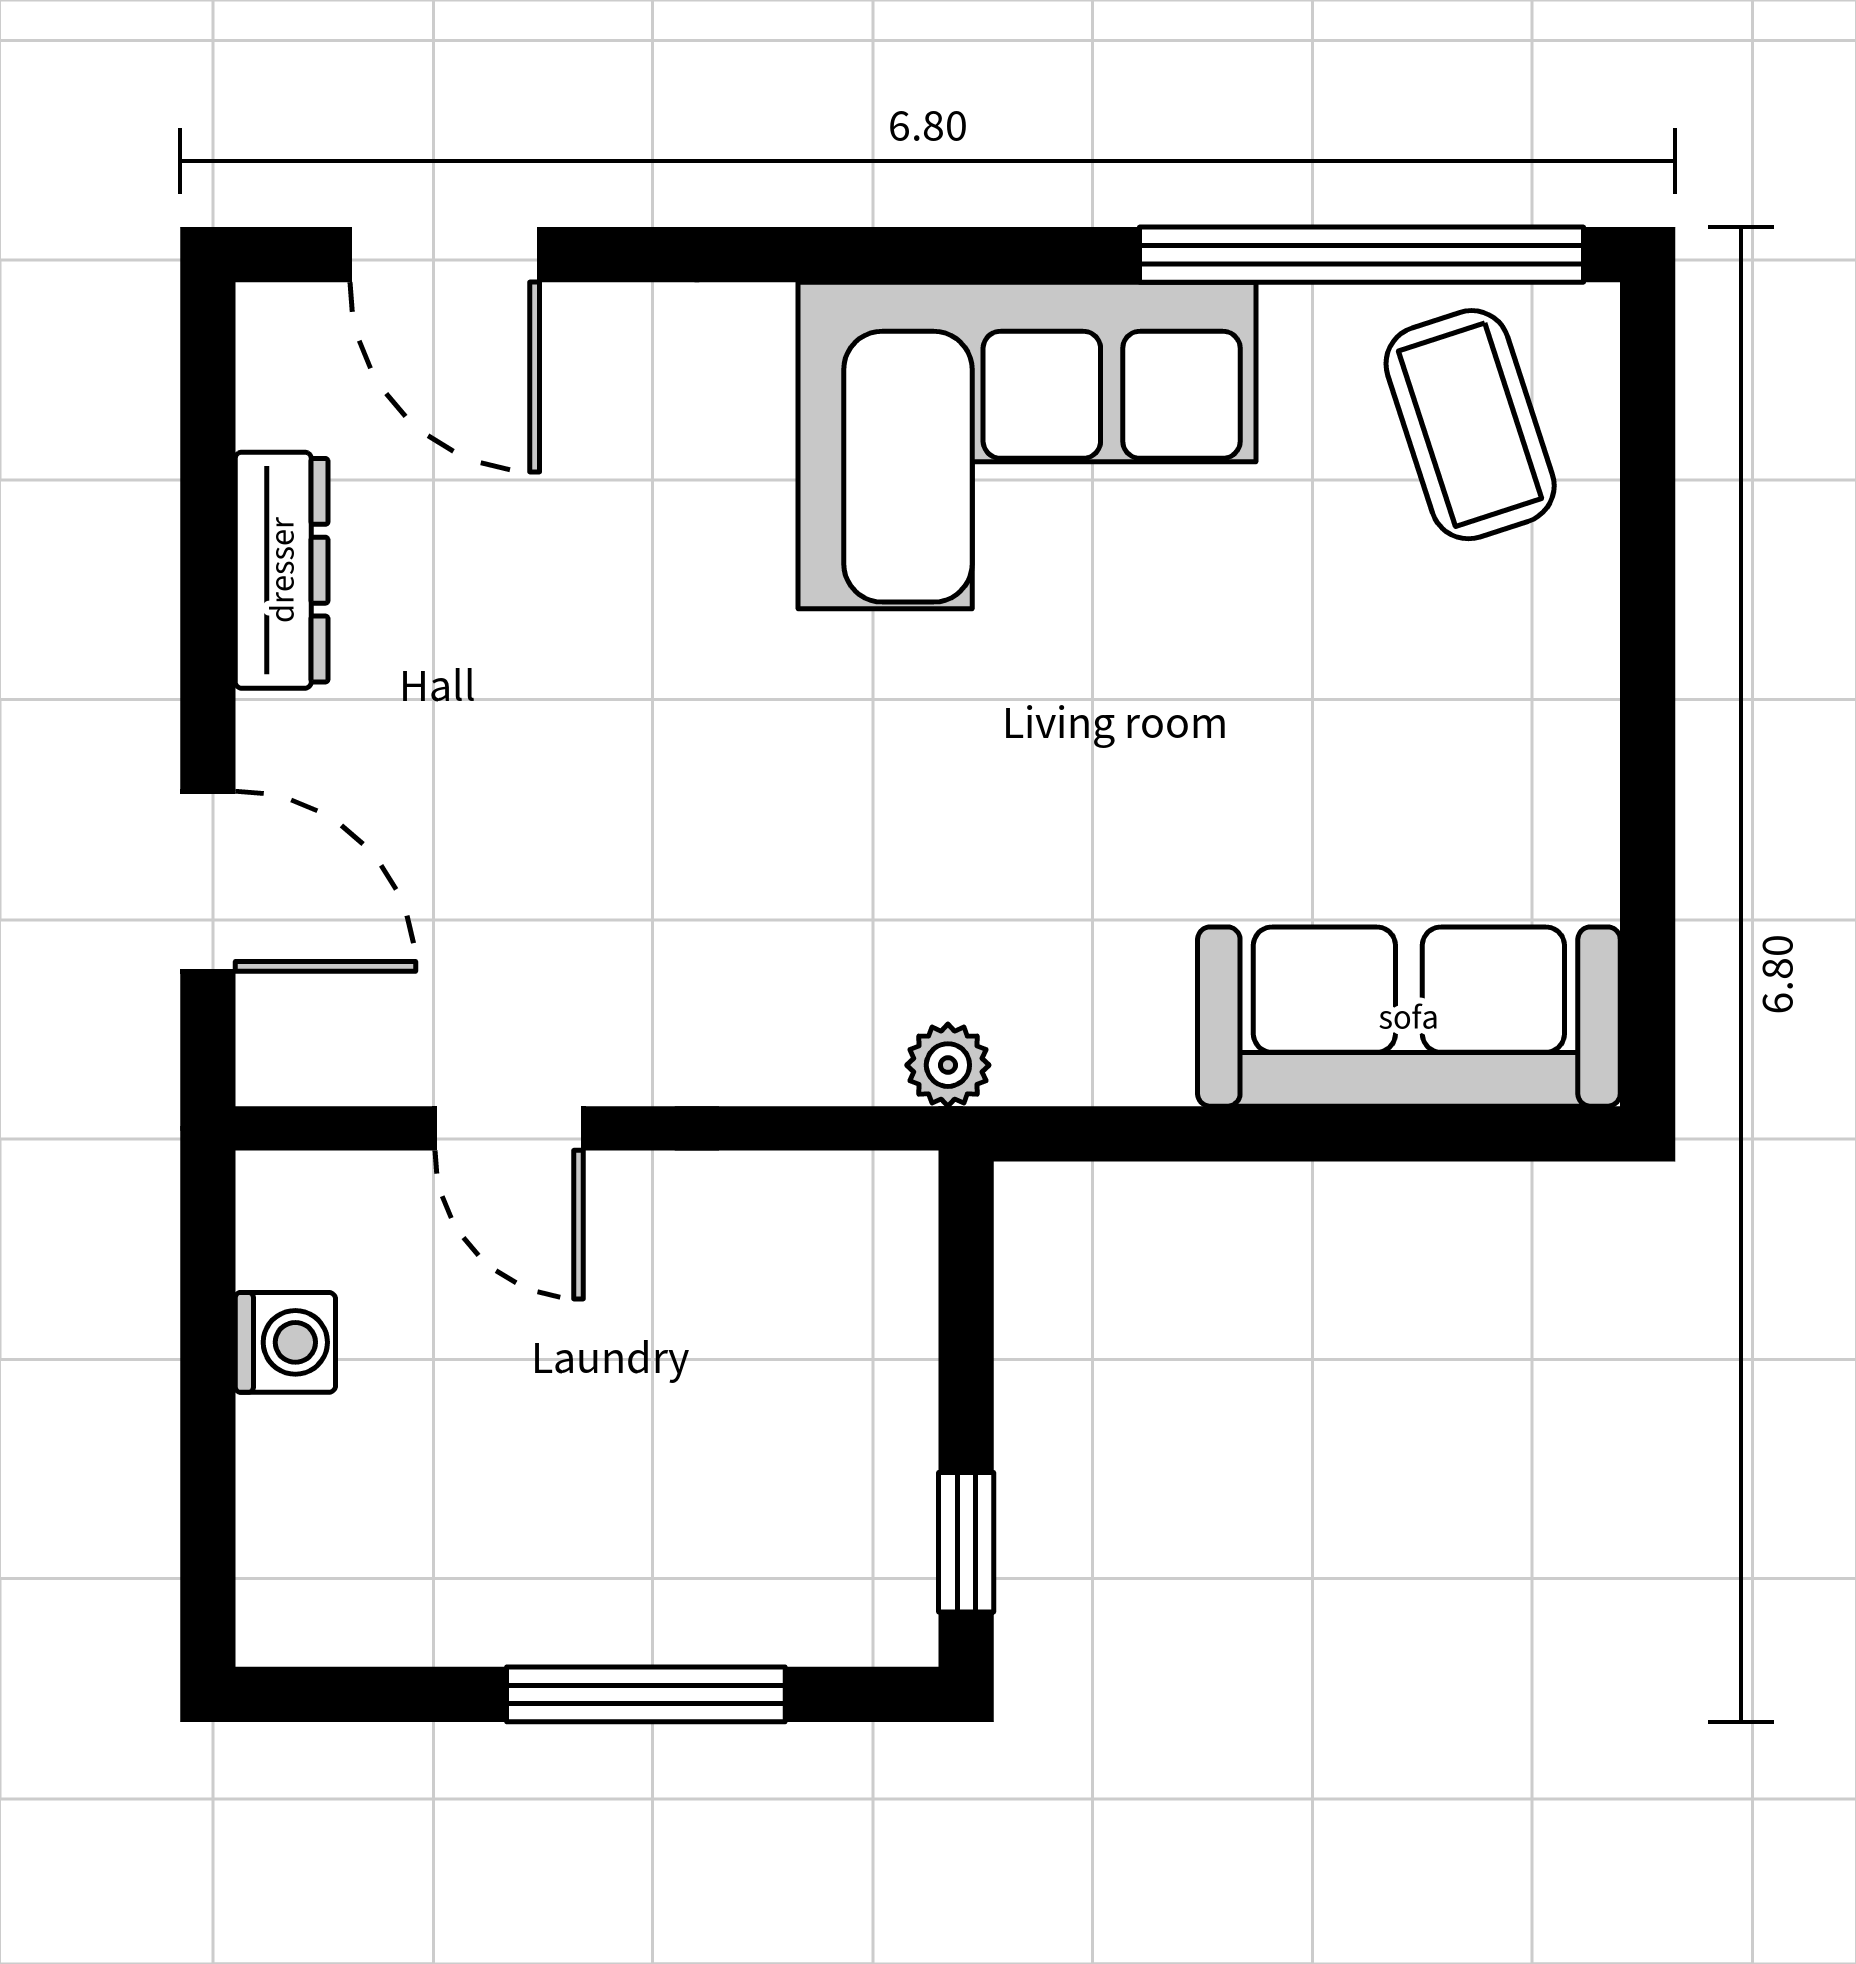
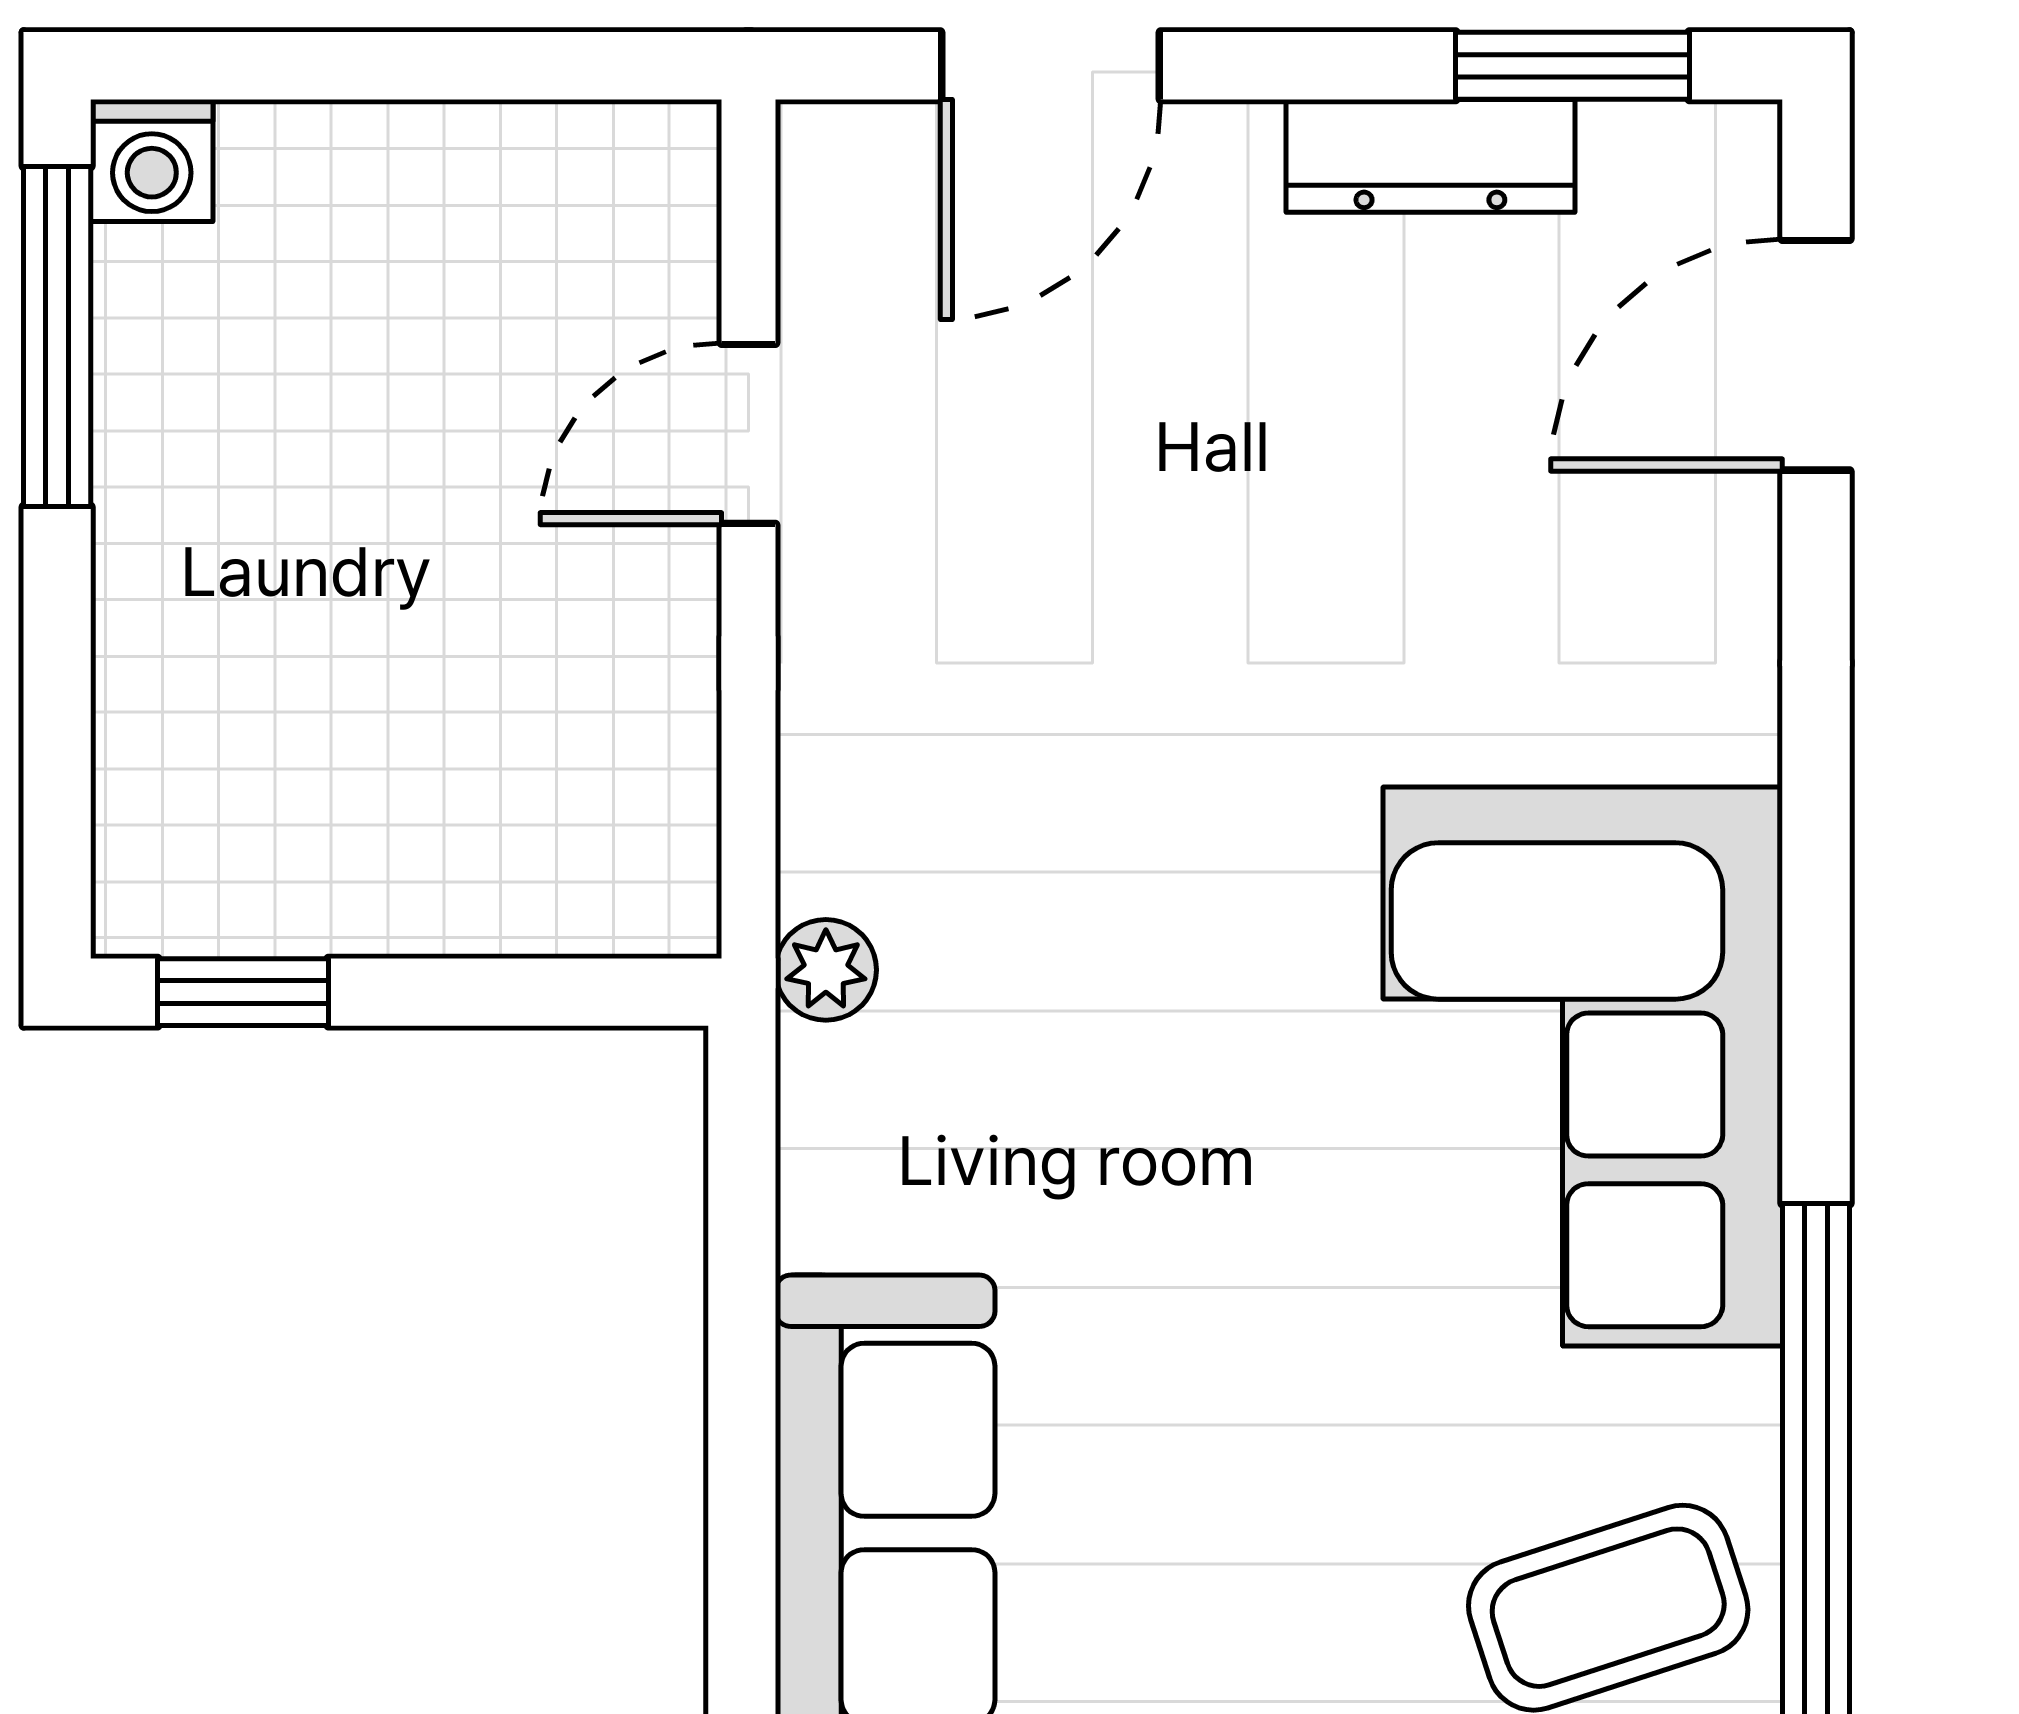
window: (208, 454) -> (1573, 66), added
washing machine: (285, 1342) -> (152, 160), moved
window: (646, 1694) -> (57, 336), moved

